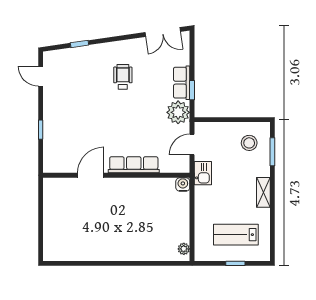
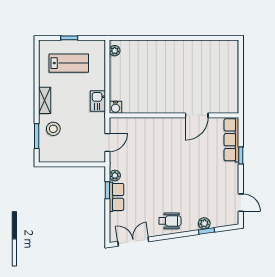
plant: (82, 53) -> (204, 223), added
wheelchair: (123, 77) -> (170, 221), moved, turned -90
plant: (178, 112) -> (115, 176), width x0.53, depth x0.53
stool: (249, 143) -> (53, 129), moved
row of seats: (134, 165) -> (231, 140), moved, turned 90
kitchen sink: (203, 173) -> (98, 101), moved

